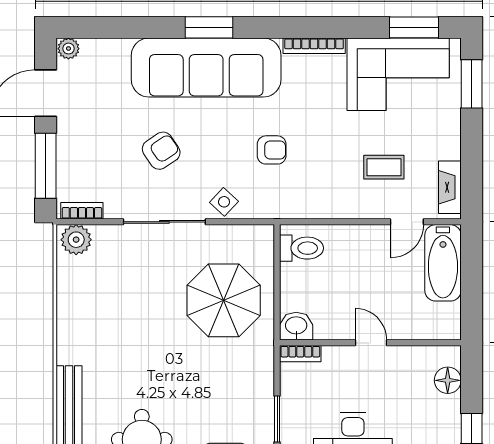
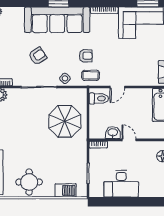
coffee table: (384, 167) -> (91, 75), moved
door: (407, 222) -> (117, 87), moved
washbasin: (296, 326) -> (113, 133), moved

